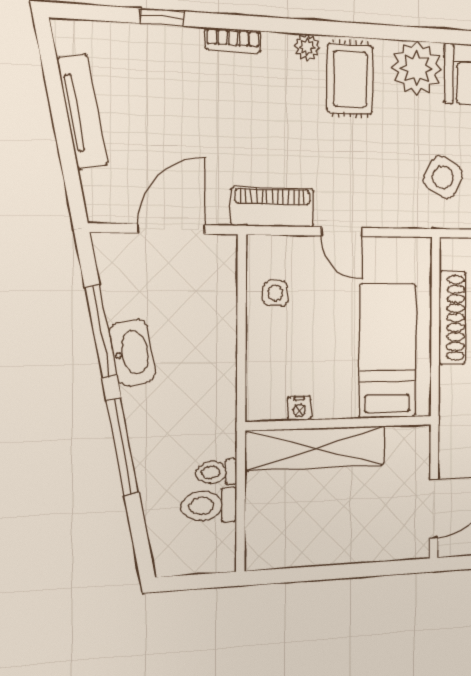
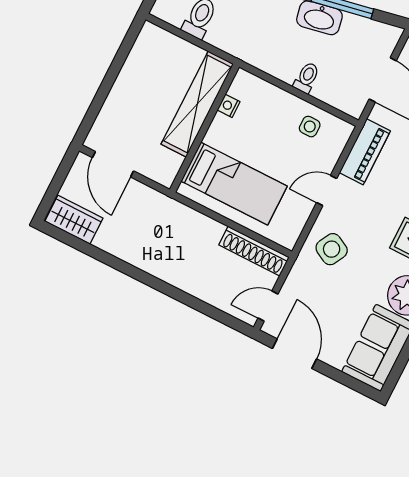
side table: (443, 177) -> (332, 249), moved
shoe rack: (452, 318) -> (254, 251), moved
toilet: (216, 472) -> (307, 78), moved

